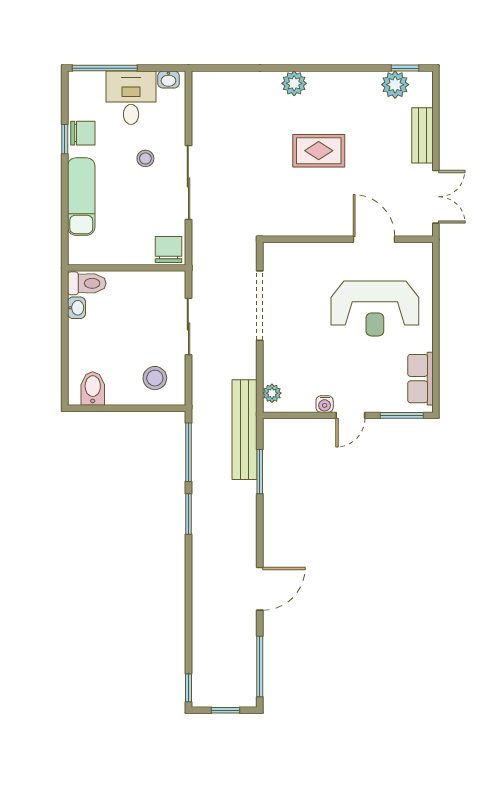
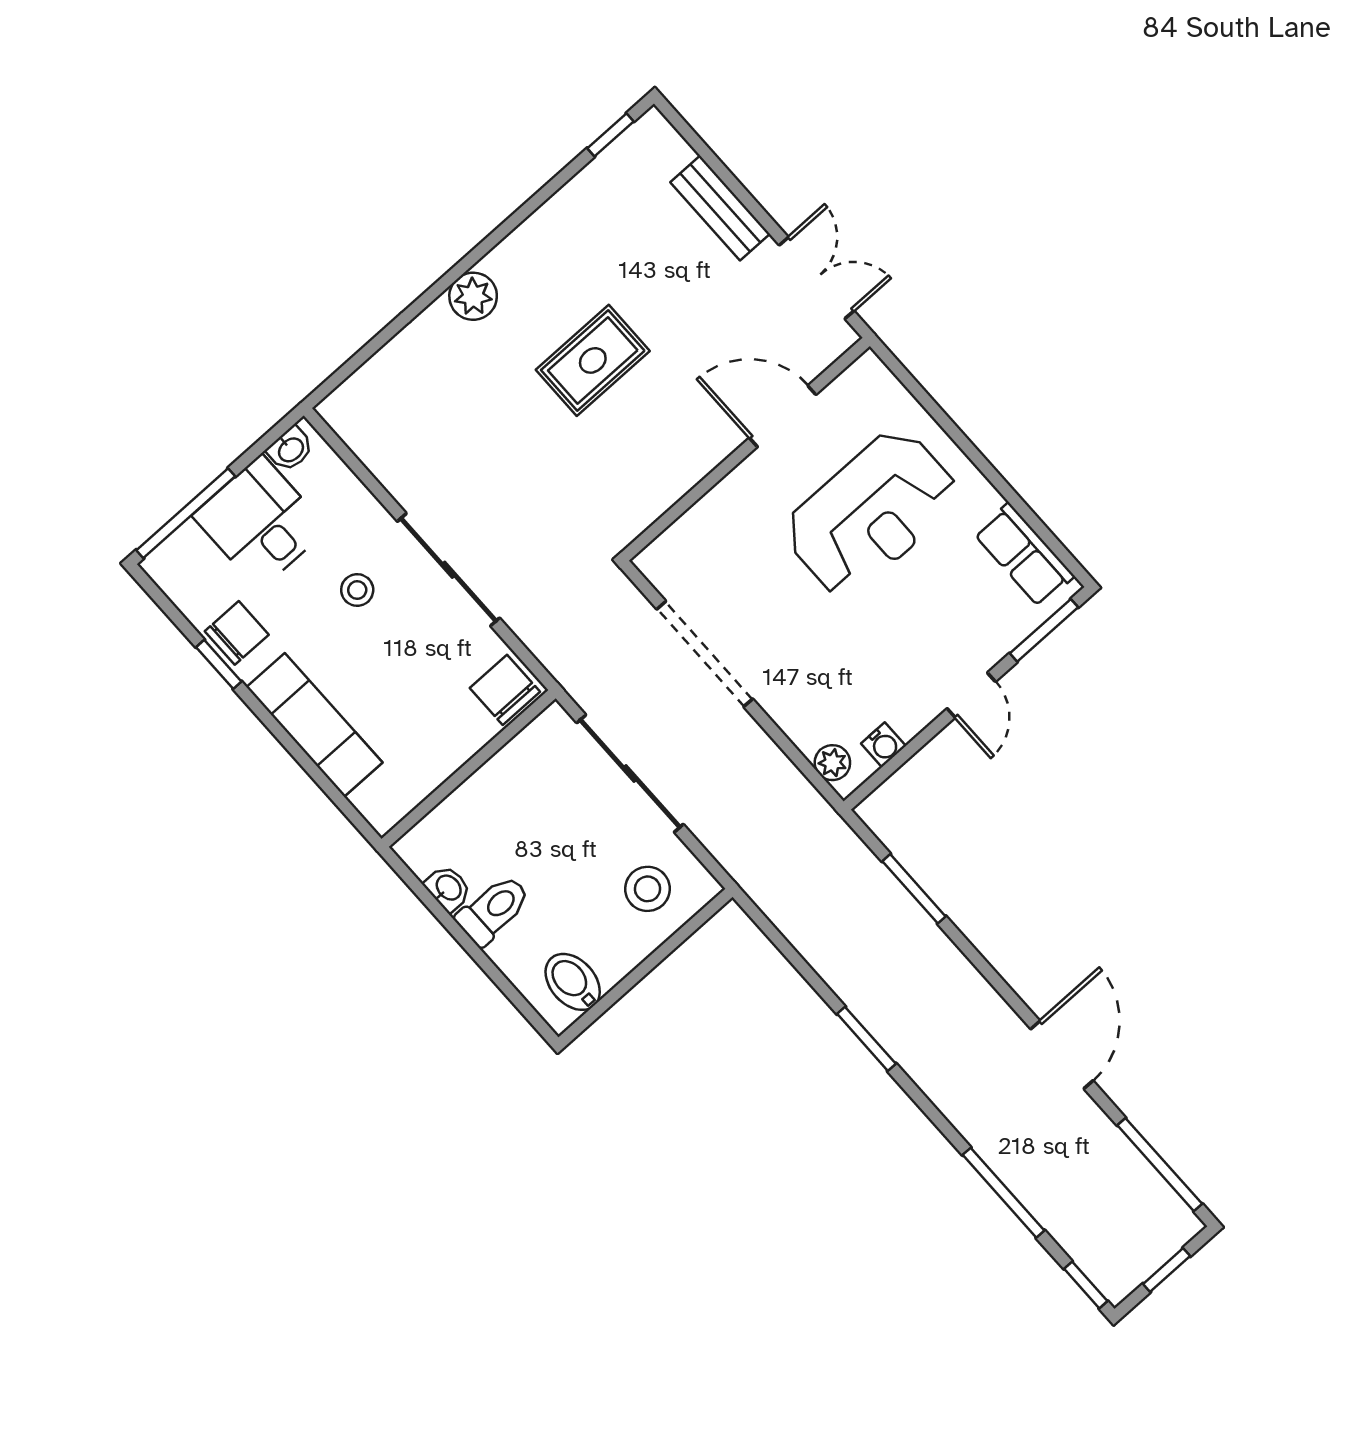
plant: (395, 85) -> (618, 171), removed
toilet: (87, 283) -> (493, 910), moved
sliding door: (188, 326) -> (630, 773), width x1.37
water cooler: (325, 404) -> (883, 745), moved
bench: (245, 430) -> (839, 849), removed
window: (188, 452) -> (1004, 1193), moved

